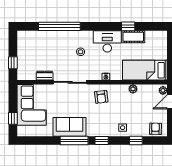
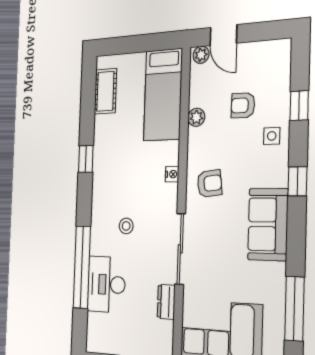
window: (128, 26) -> (86, 159), moved
cot: (133, 37) -> (105, 91), moved
desk: (107, 41) -> (106, 284), moved
sofa: (69, 127) -> (268, 224), moved
armchair: (155, 129) -> (243, 105), moved
window: (74, 140) -> (294, 309), moved

